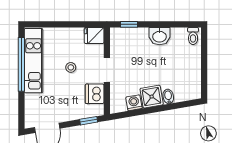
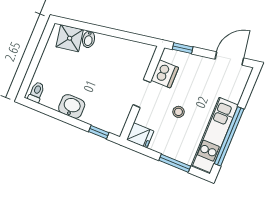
window: (57, 24) -> (175, 163), added
shower: (152, 97) -> (70, 38), moved
washing machine: (134, 103) -> (127, 48), removed

